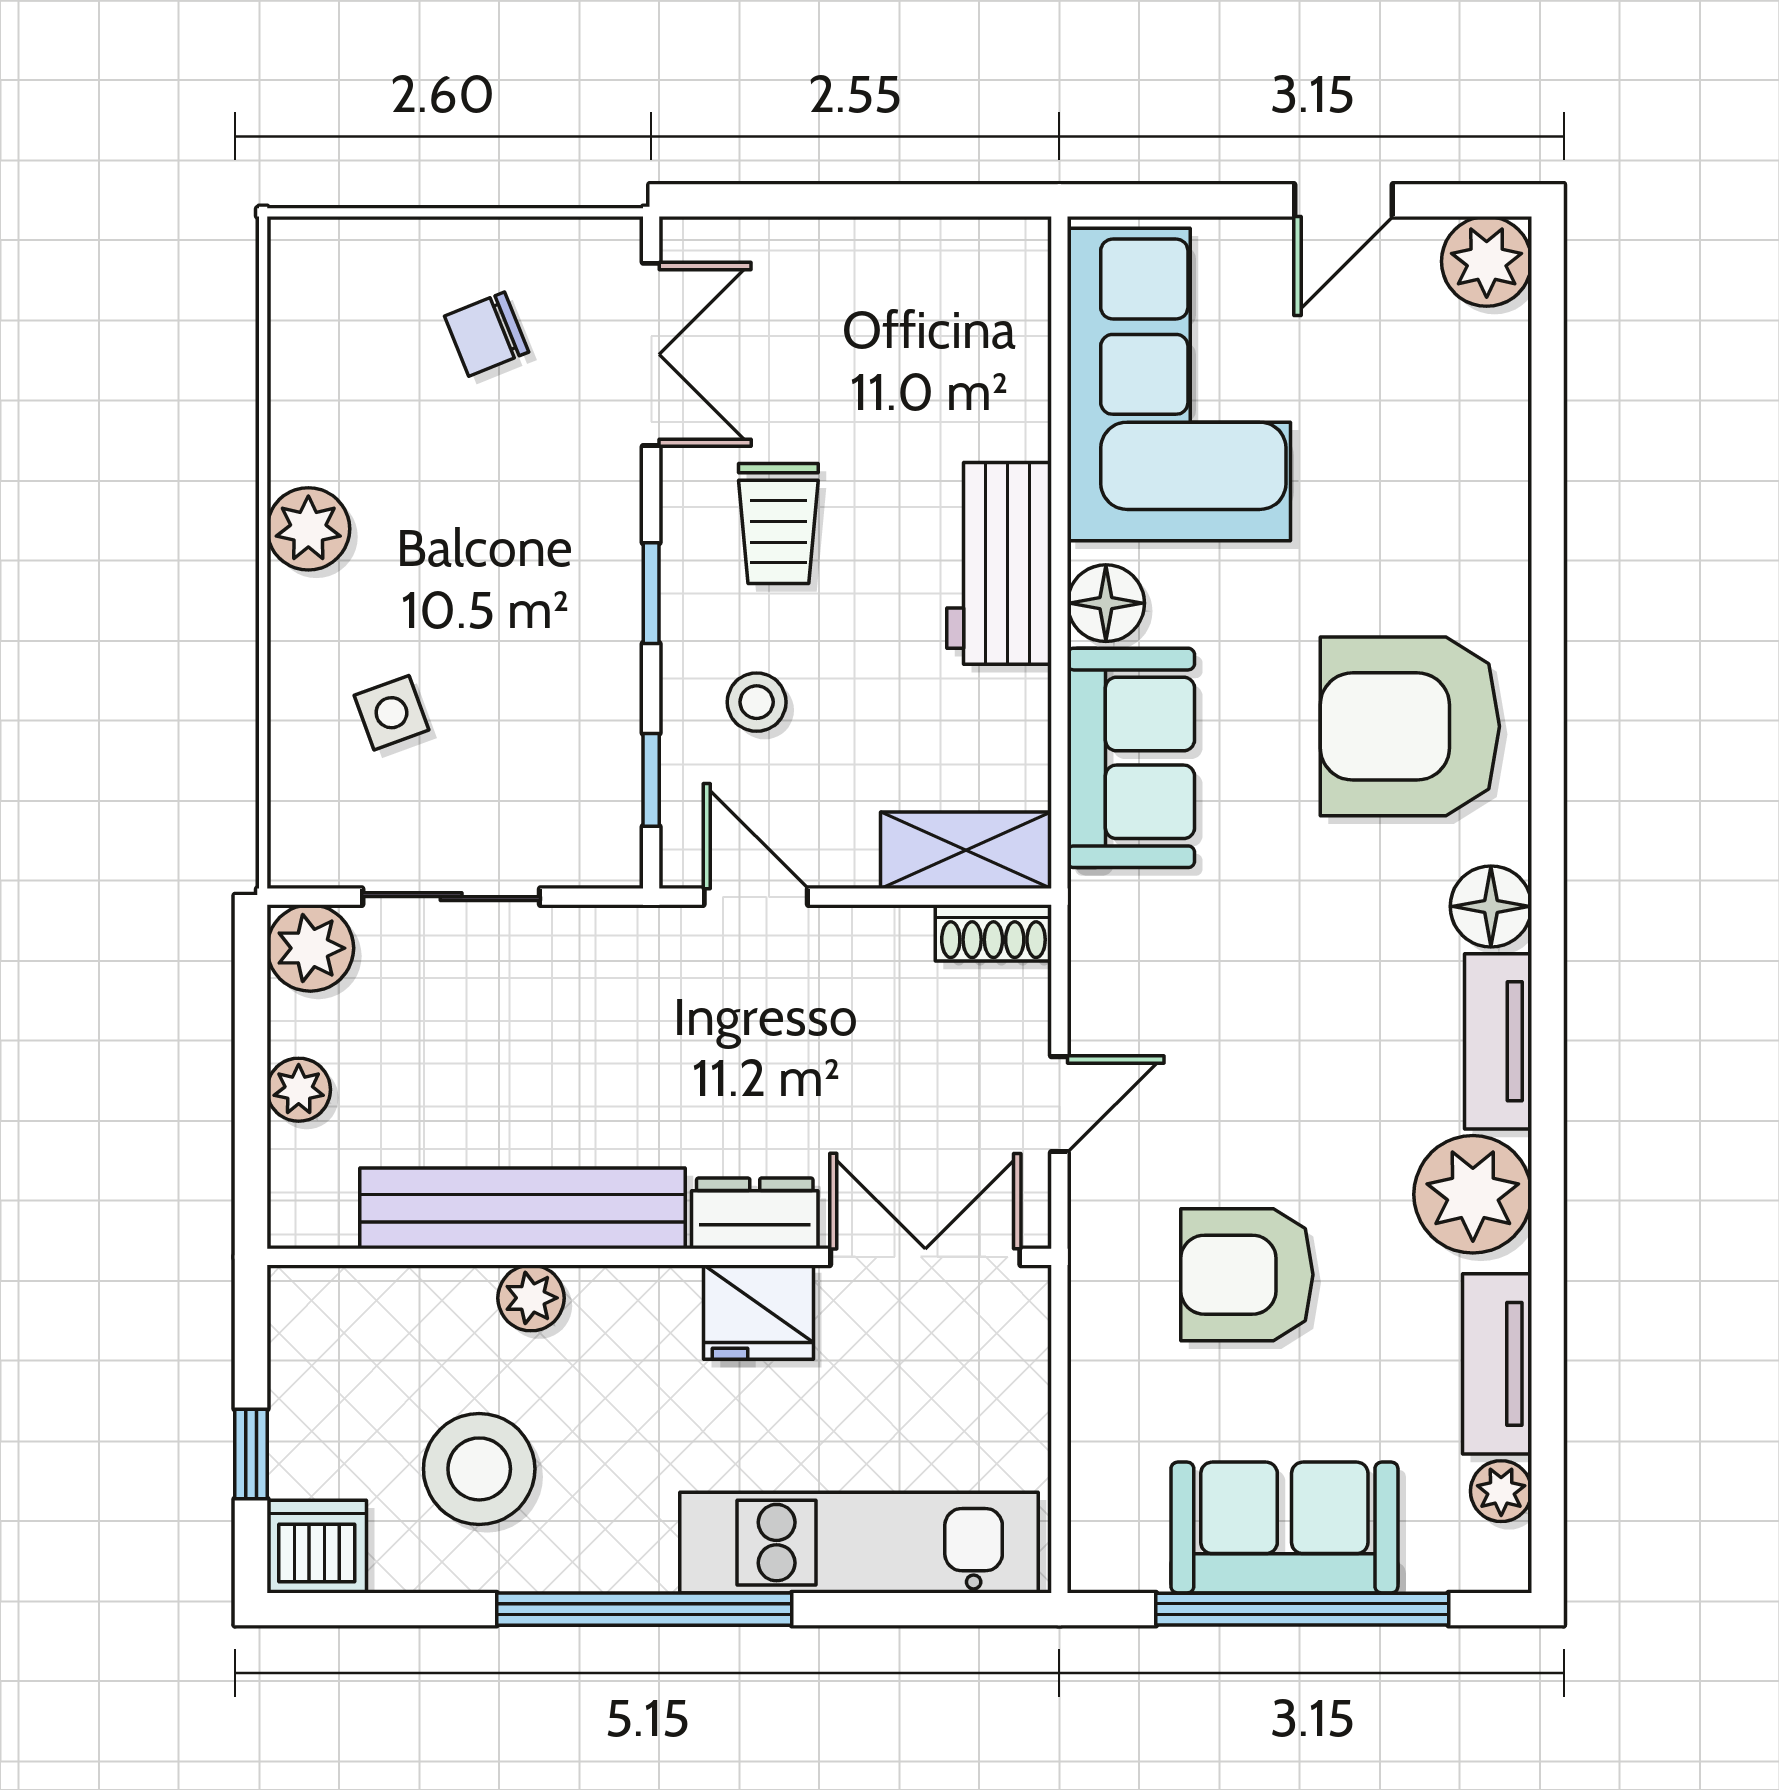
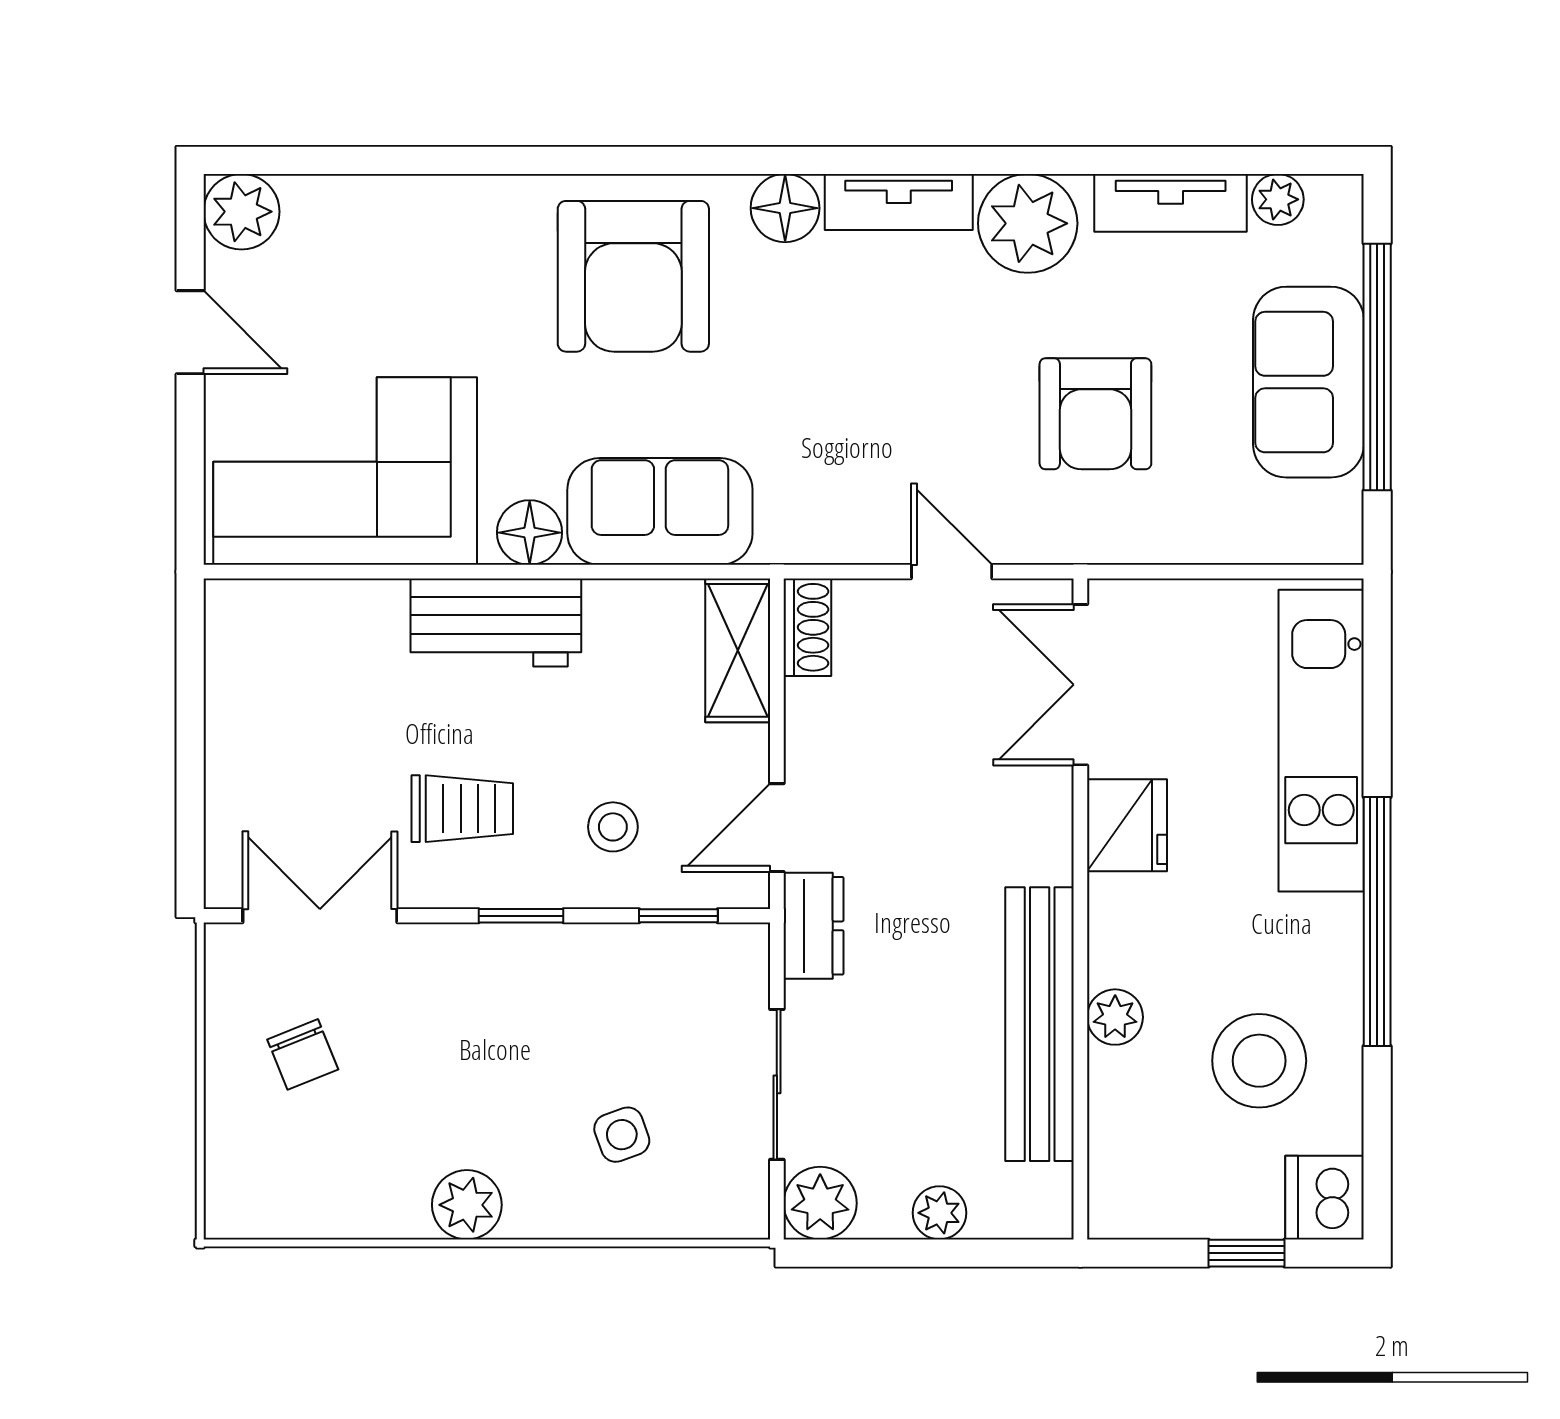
dresser: (755, 1213) -> (814, 926), moved, turned 180

